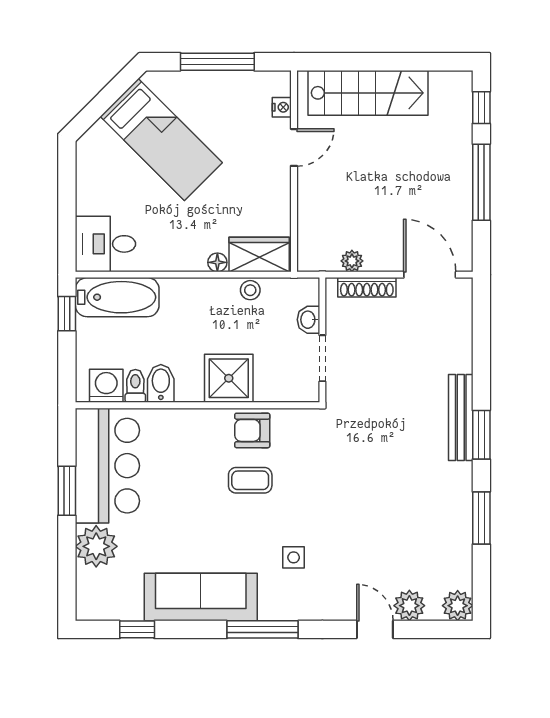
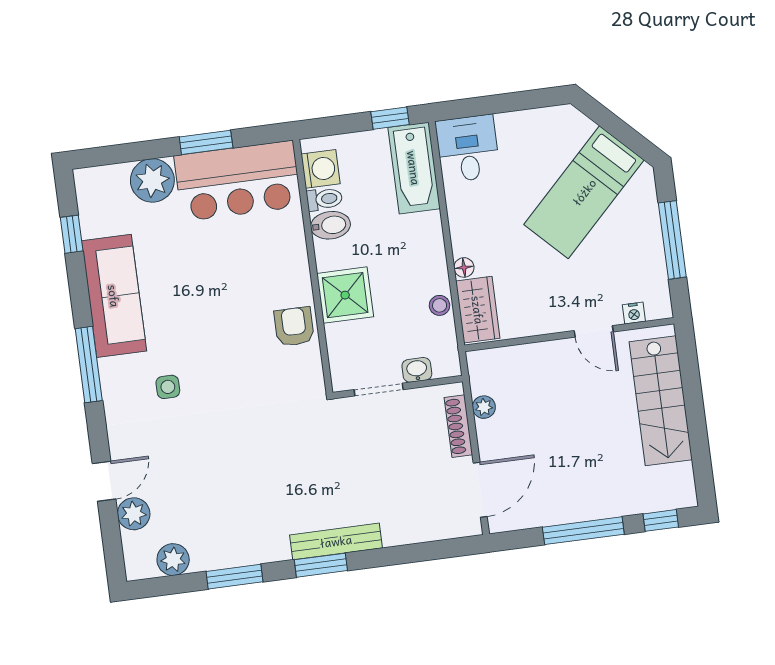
coffee table: (250, 480) -> (242, 331), removed
plant: (458, 606) -> (173, 560), moved

